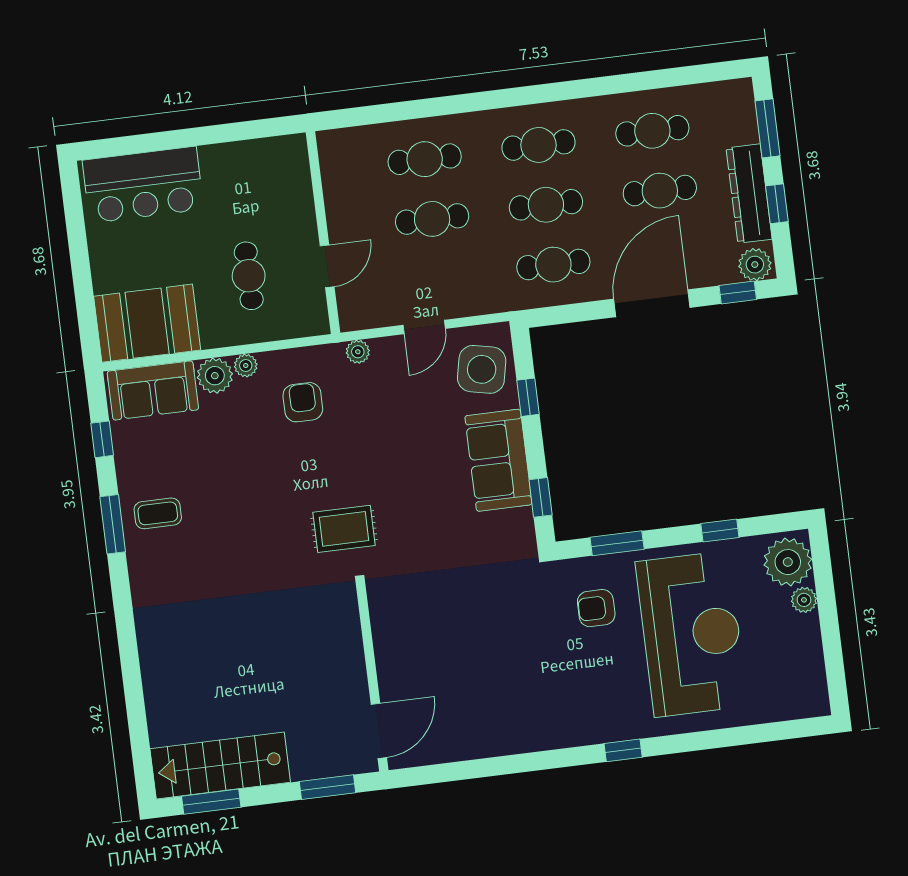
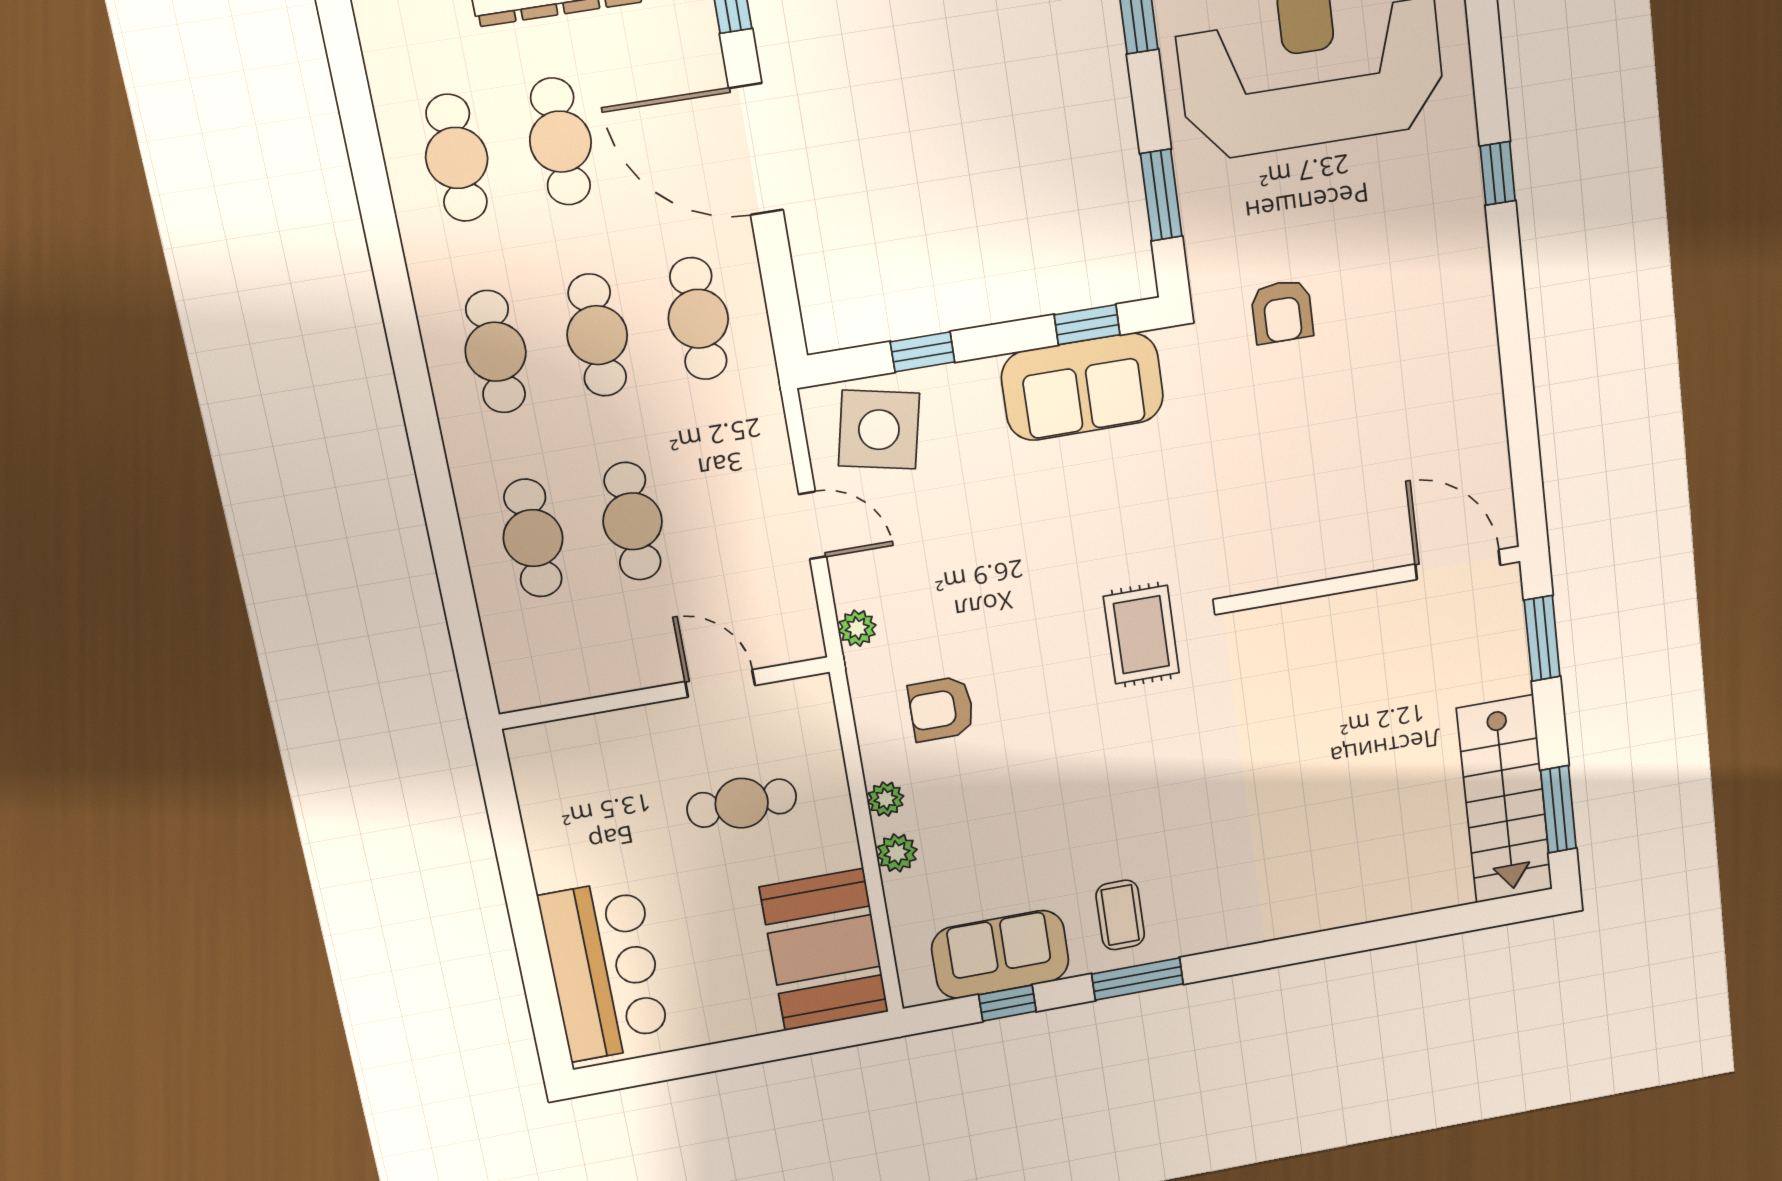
plant: (215, 376) -> (897, 853), width x0.73, depth x0.73
sofa: (153, 390) -> (1000, 955), moved, turned -90
sofa: (498, 460) -> (1082, 387), moved
armchair: (596, 608) -> (1282, 312), moved

